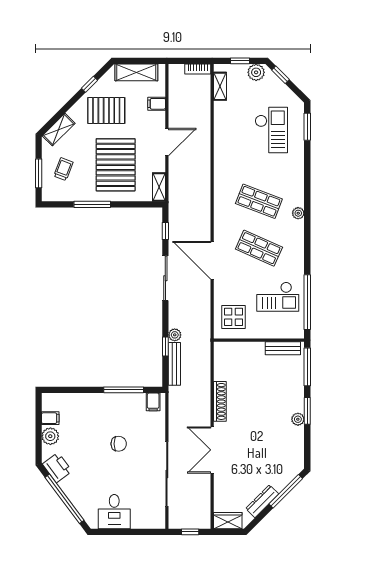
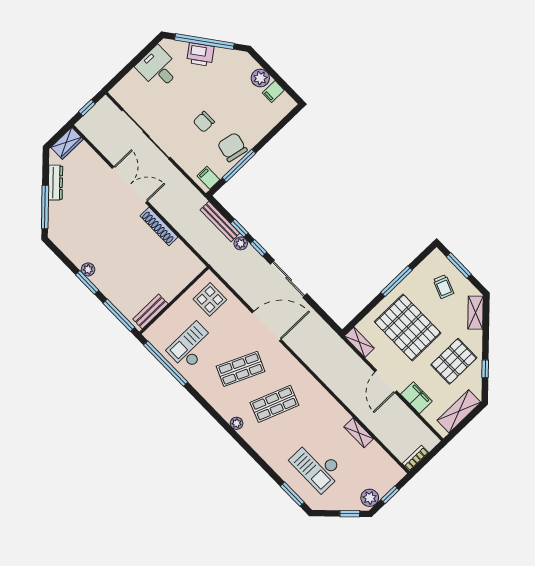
shelving: (220, 86) -> (359, 433), moved
filing cabinet: (157, 104) -> (416, 398), width x2.00
window: (165, 231) -> (258, 248), moved
chair: (116, 407) -> (232, 147), added
printer: (57, 468) -> (200, 54), moved

